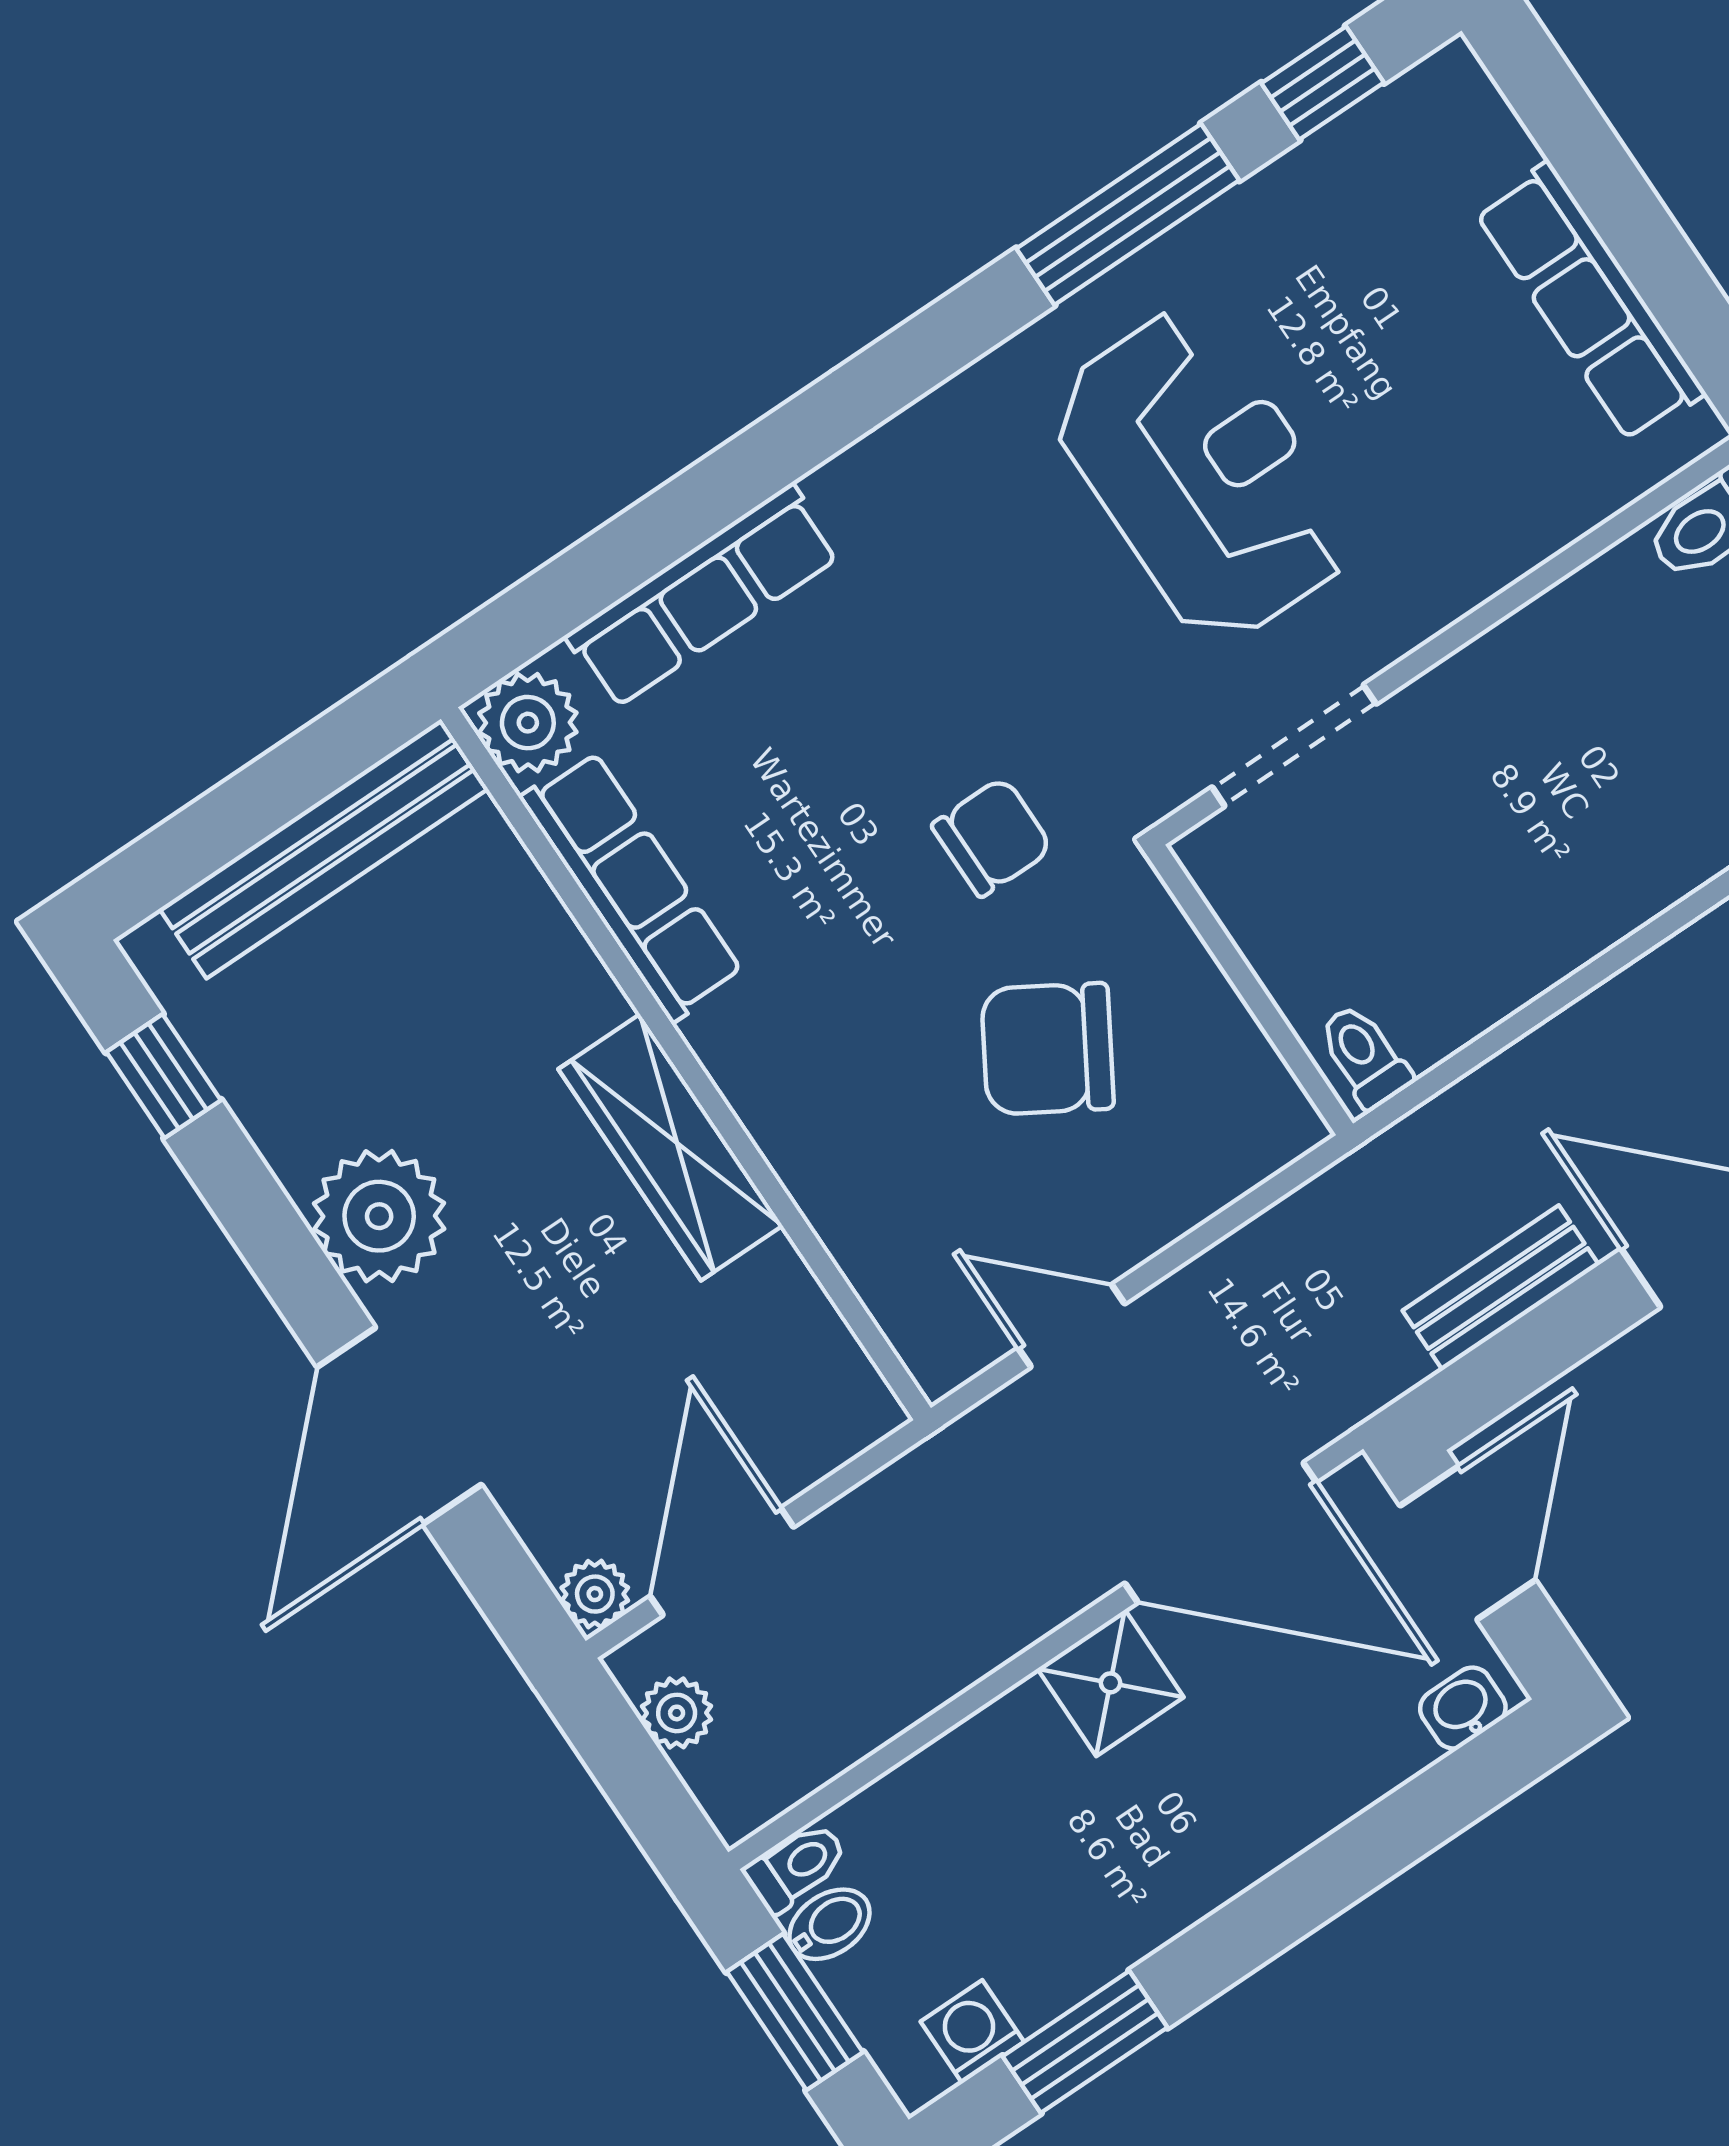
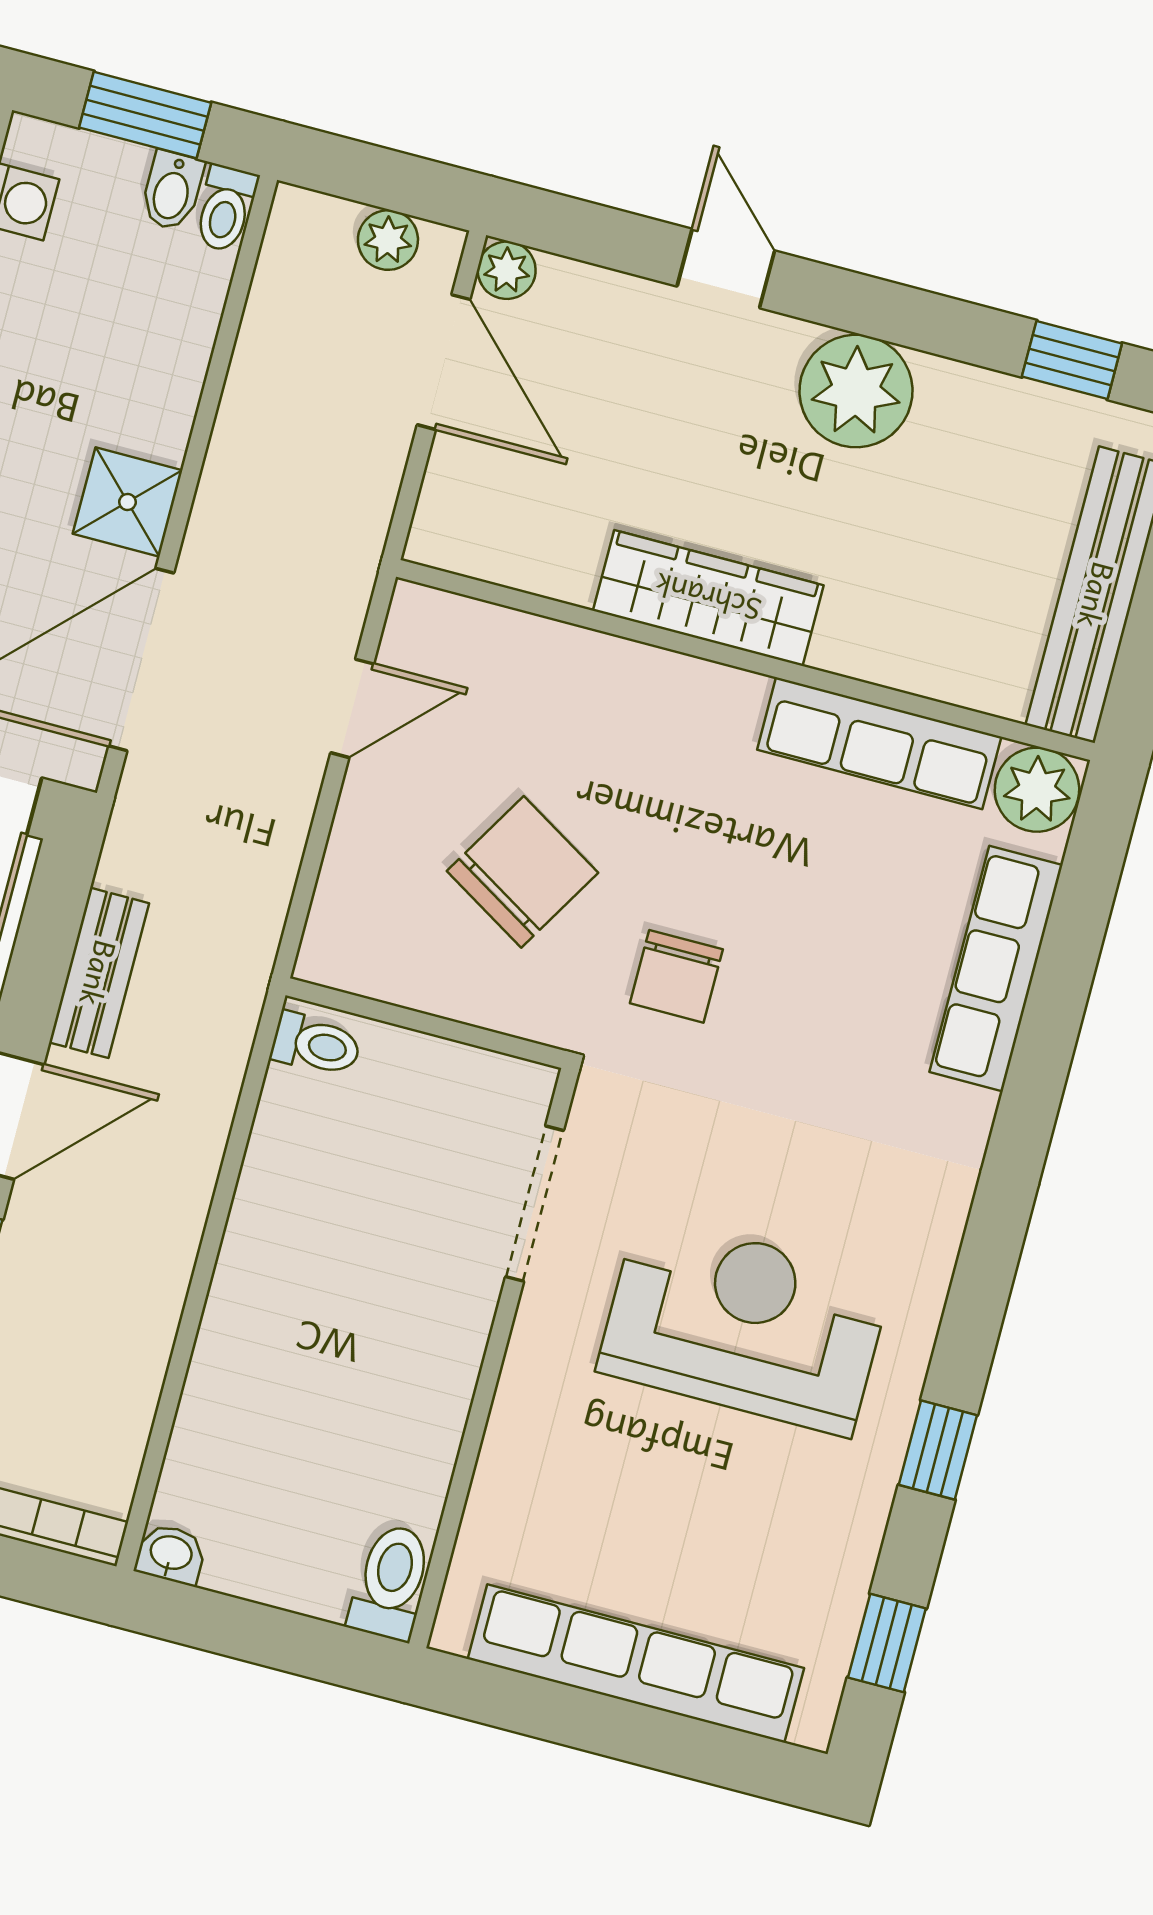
window: (1128, 214) -> (938, 1450), width x0.46
row of seats: (1590, 302) -> (636, 1664), width x1.36
reception desk: (1202, 475) -> (744, 1325), turned 180
door: (399, 1426) -> (726, 269), width x0.53

